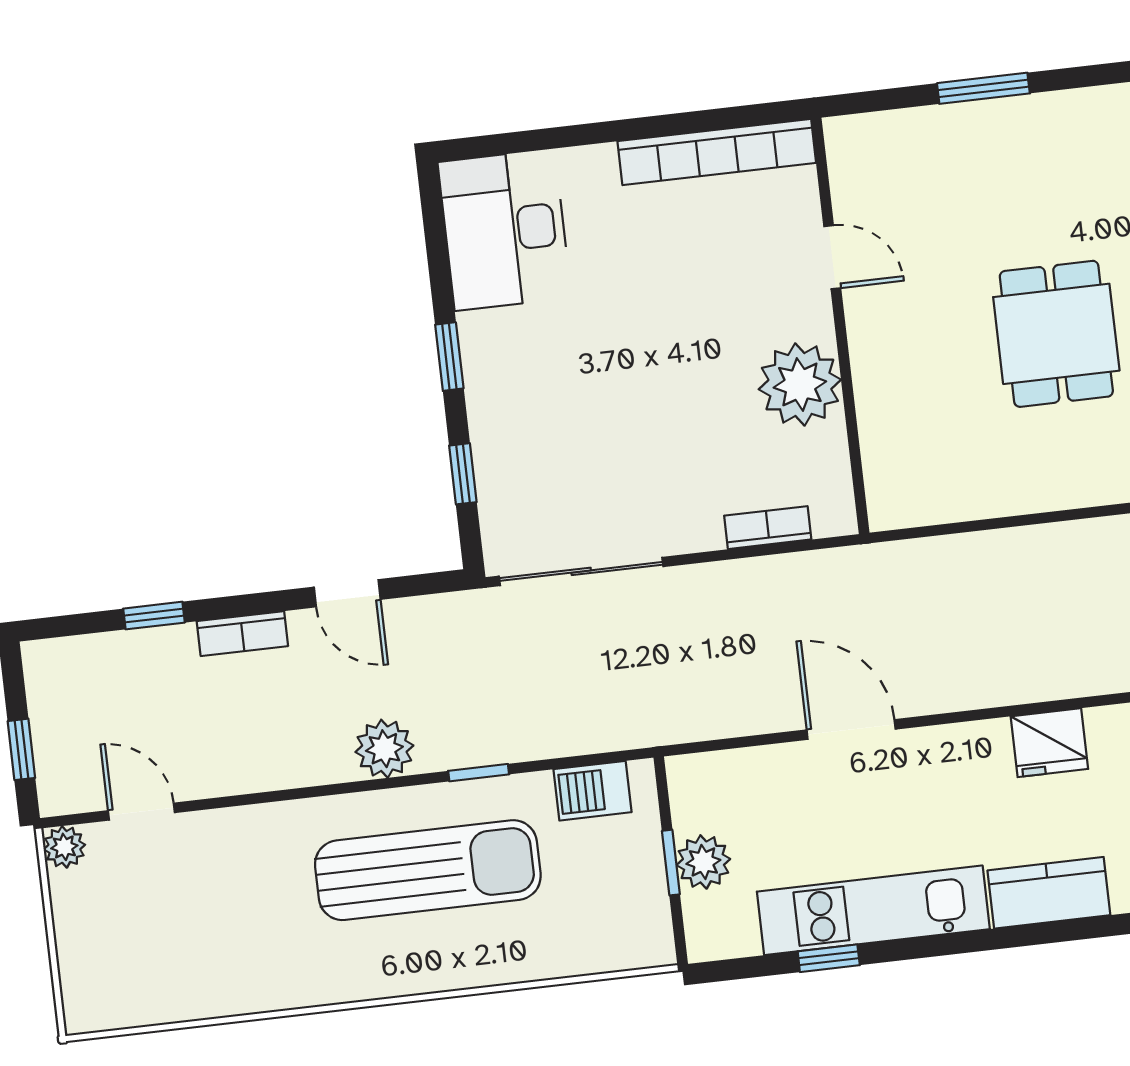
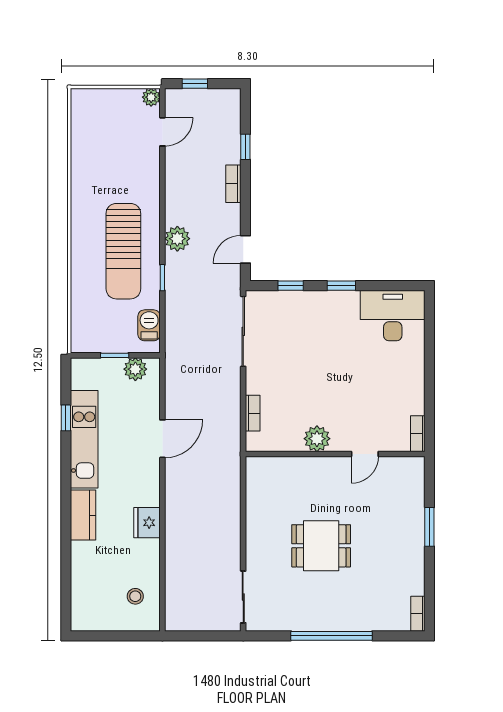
bookcase: (717, 152) -> (418, 434), width x0.43, depth x0.76
plant: (800, 384) -> (317, 439), width x0.73, depth x0.73
door: (347, 593) -> (245, 249), moved
plant: (703, 862) -> (135, 369), moved

